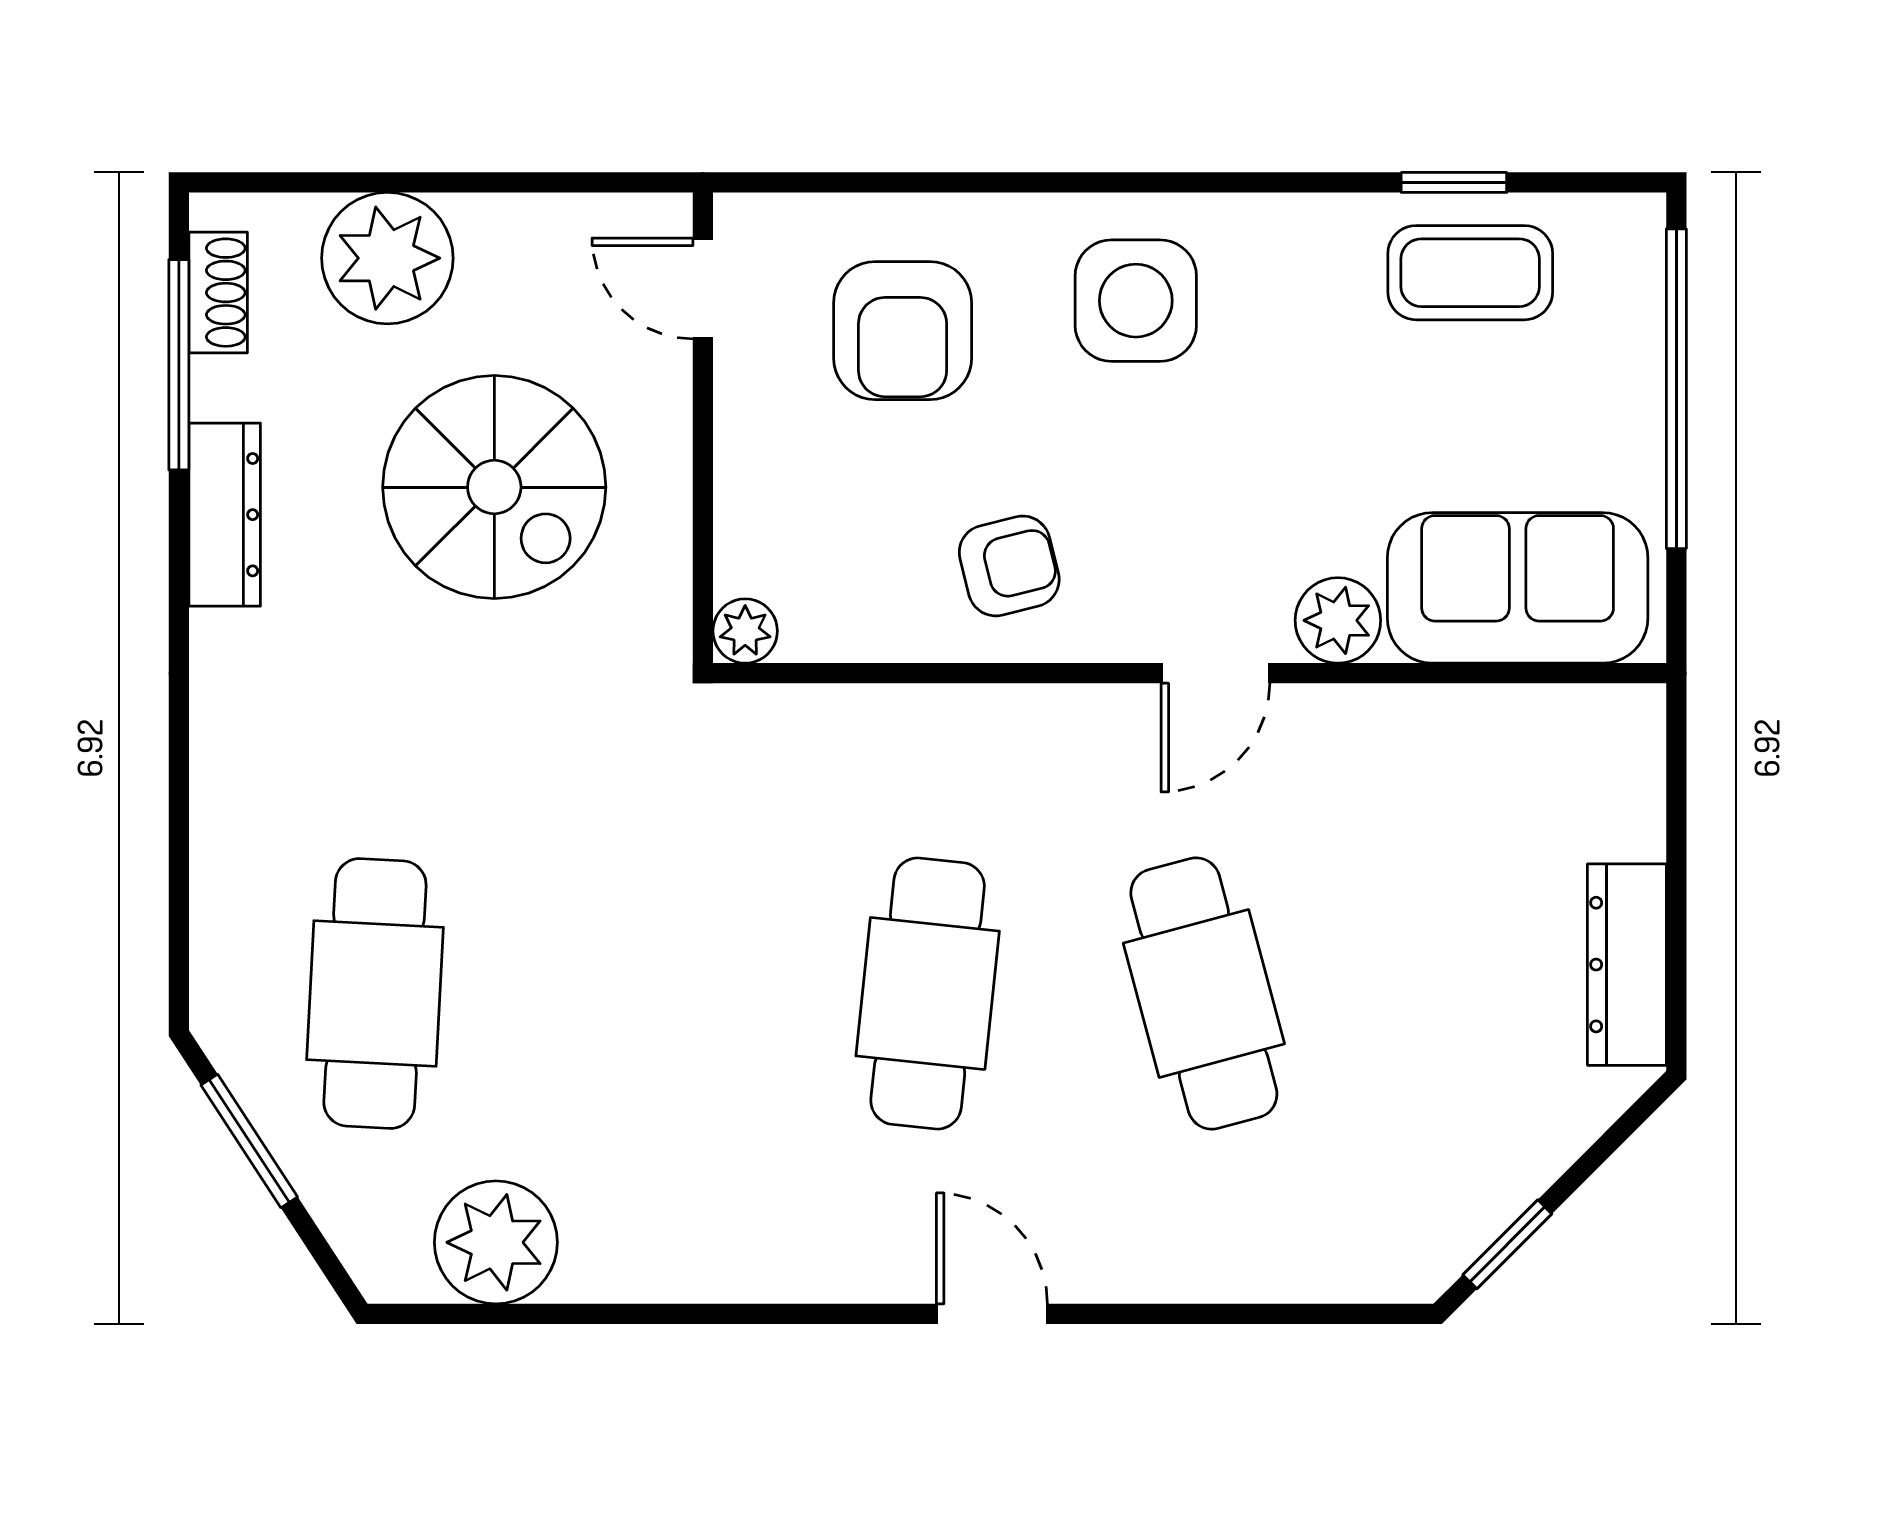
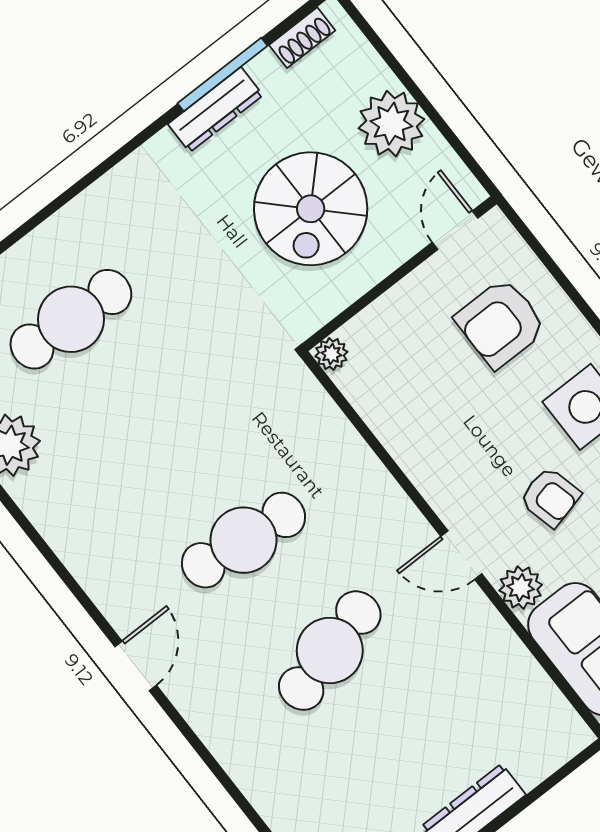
plant: (387, 258) -> (391, 124), moved
window: (179, 365) -> (223, 75), moved
armchair: (1009, 566) -> (550, 497), moved

